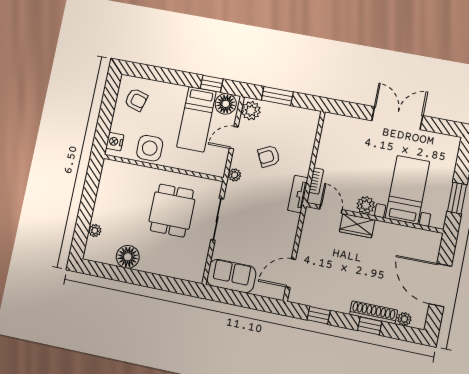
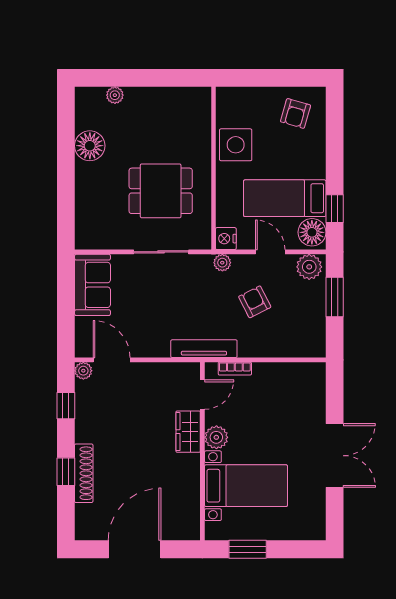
nightstand: (115, 142) -> (226, 239), moved, turned -90
tv unit: (298, 194) -> (204, 349), width x1.41
plant: (404, 319) -> (83, 371), moved

